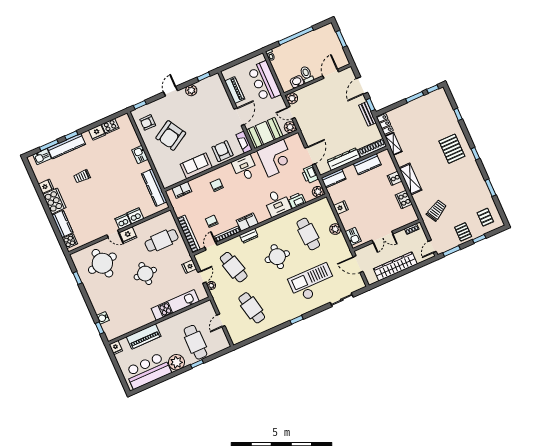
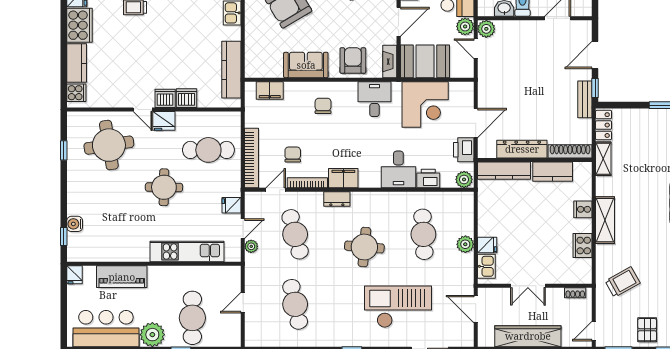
plant: (290, 127) -> (465, 26), moved
kitchen counter: (334, 178) -> (504, 171), width x1.50
fridge: (341, 208) -> (487, 245), moved

